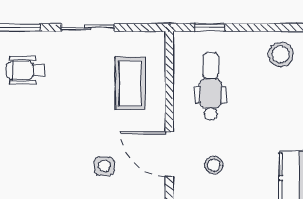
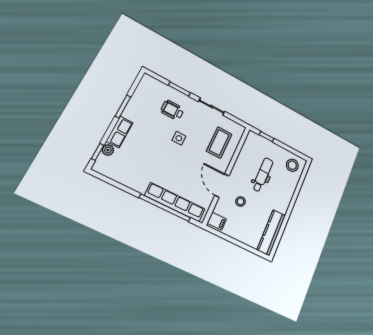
dental chair: (211, 86) -> (263, 175), moved
side table: (104, 166) -> (179, 138), moved

